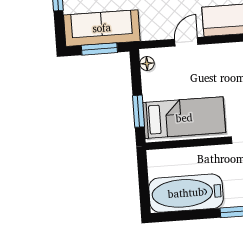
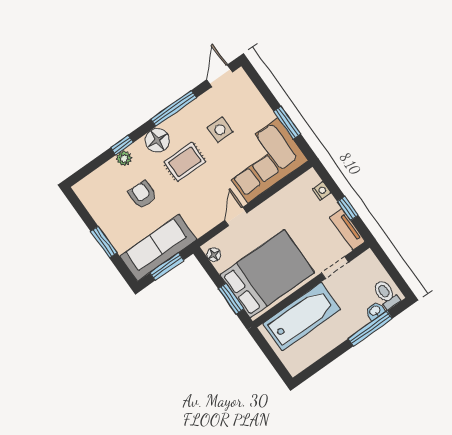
bed: (184, 118) -> (267, 274), width x1.50
bathtub: (186, 193) -> (302, 317), moved, turned 180

